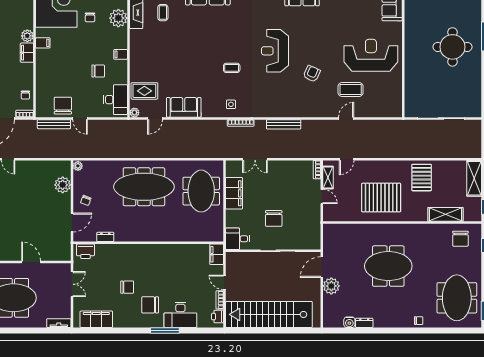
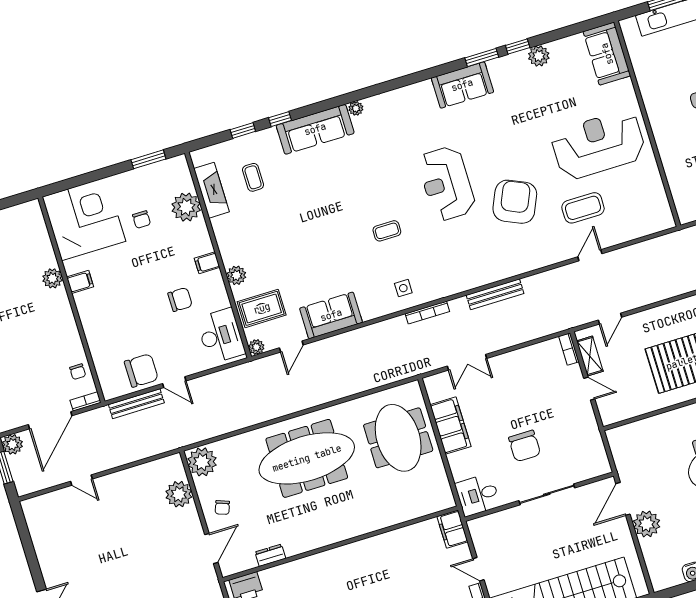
filing cabinet: (27, 53) -> (60, 305), removed
plant: (136, 67) -> (236, 275), added
armchair: (312, 74) -> (515, 202), width x1.88, depth x1.88
chair: (63, 106) -> (141, 370), turned 90
plant: (78, 166) -> (202, 462), width x1.87, depth x1.87

